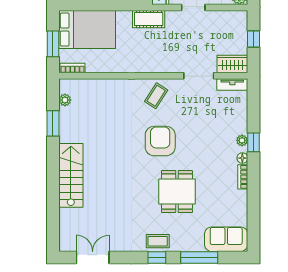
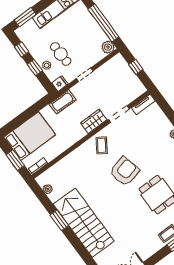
wardrobe: (232, 64) -> (94, 121), moved
window: (53, 123) -> (59, 220), moved
armchair: (160, 141) -> (124, 171), turned 76
stairs: (71, 175) -> (84, 223), width x1.36, depth x1.51

